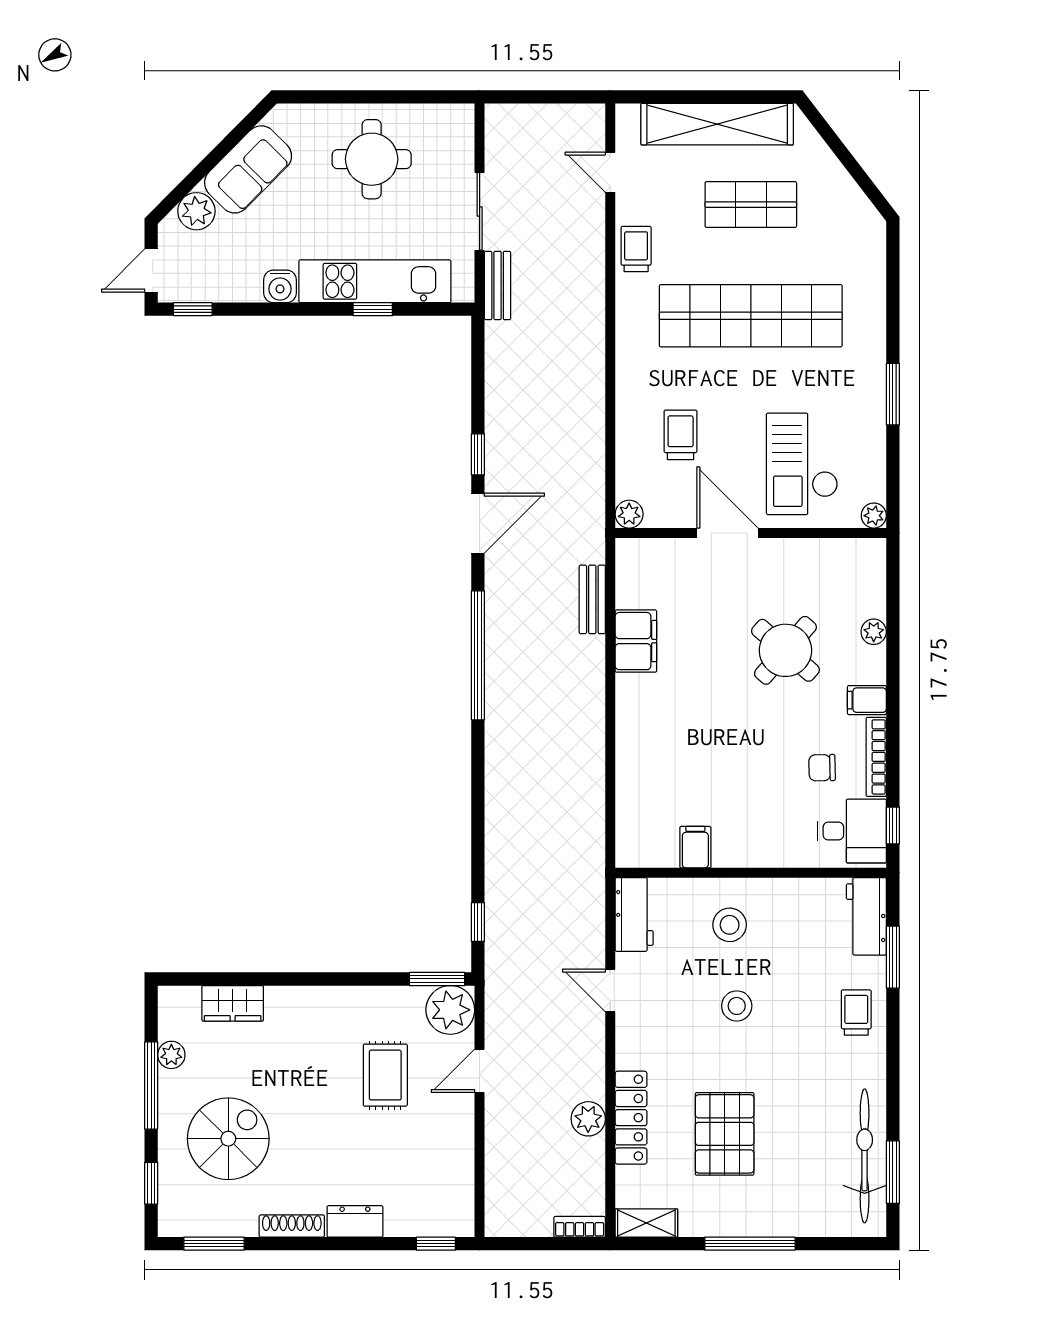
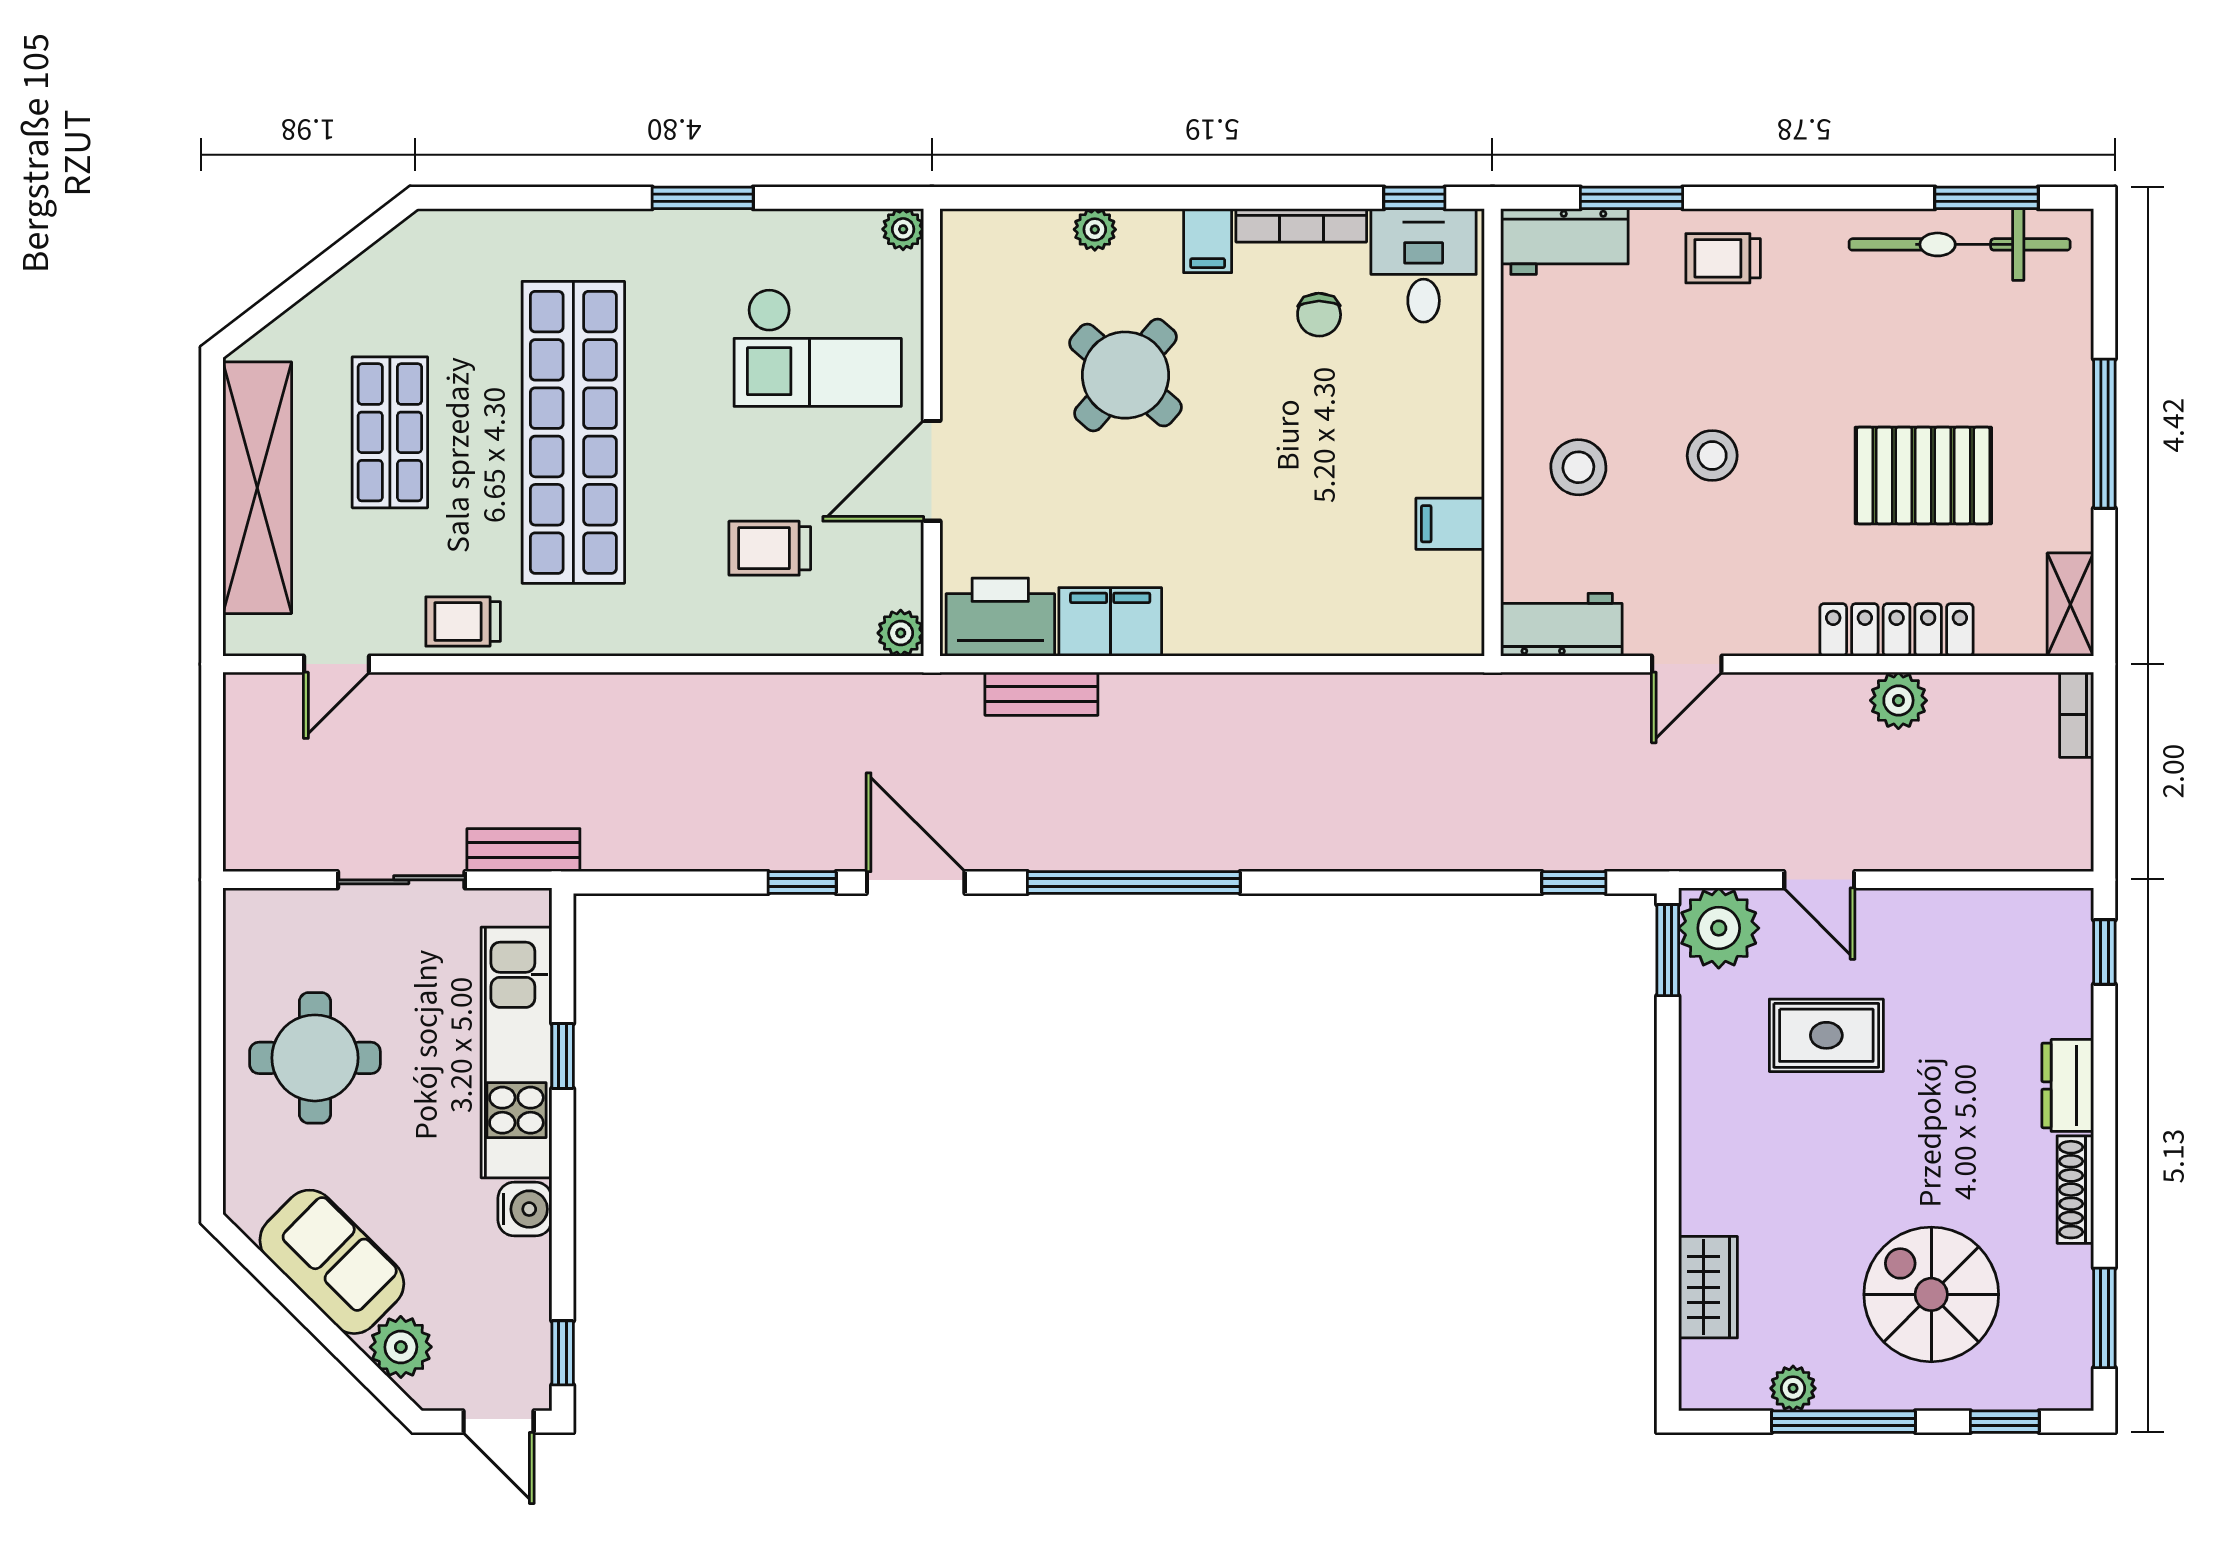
printer: (639, 574) -> (1000, 617), added

